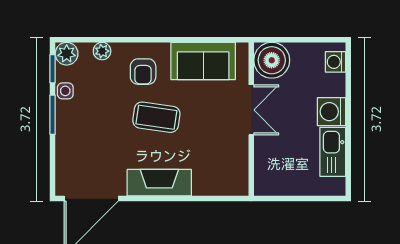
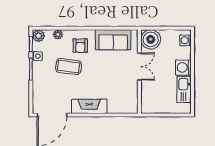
coffee table: (156, 117) -> (69, 67), moved

